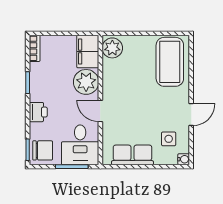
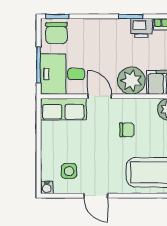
chair: (131, 86) -> (127, 130), added
door: (100, 111) -> (100, 96), hinge flipped
printer: (38, 112) -> (141, 28), moved
row of seats: (132, 155) -> (63, 109), moved, turned 90

